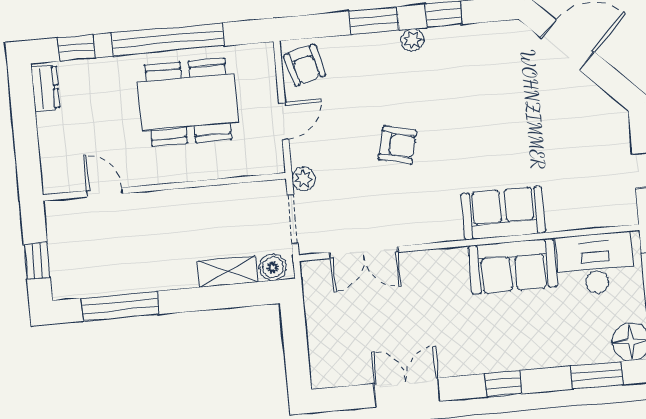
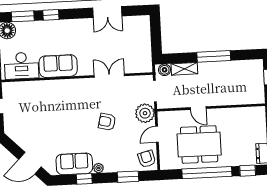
window: (374, 21) -> (128, 177), moved
plant: (304, 179) -> (145, 113), width x1.87, depth x1.87
door: (105, 192) -> (198, 108), moved
sofa: (503, 213) -> (74, 164), moved, turned 180
double door: (364, 252) -> (109, 76), moved
window: (120, 306) -> (214, 56), moved
window: (504, 384) -> (51, 15), moved

